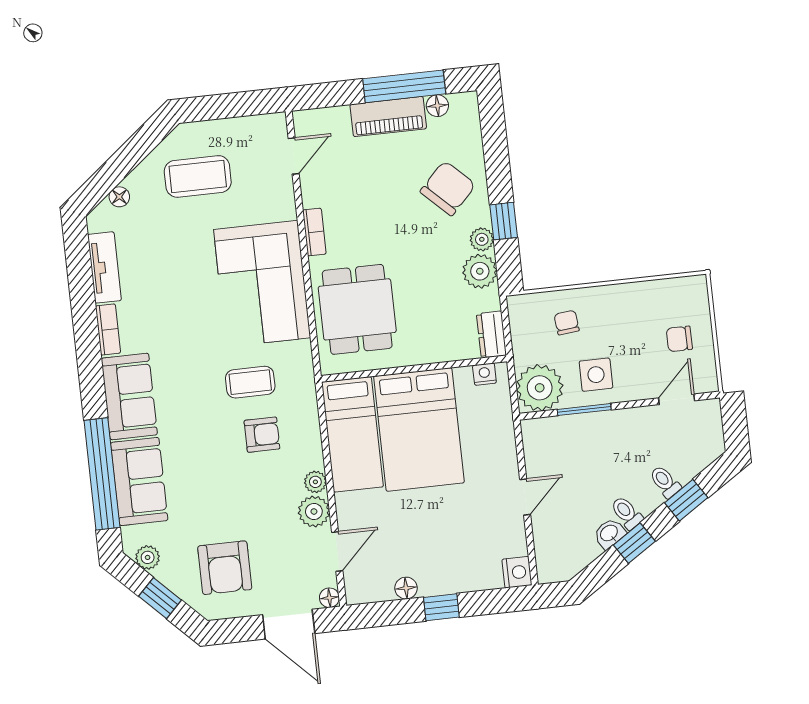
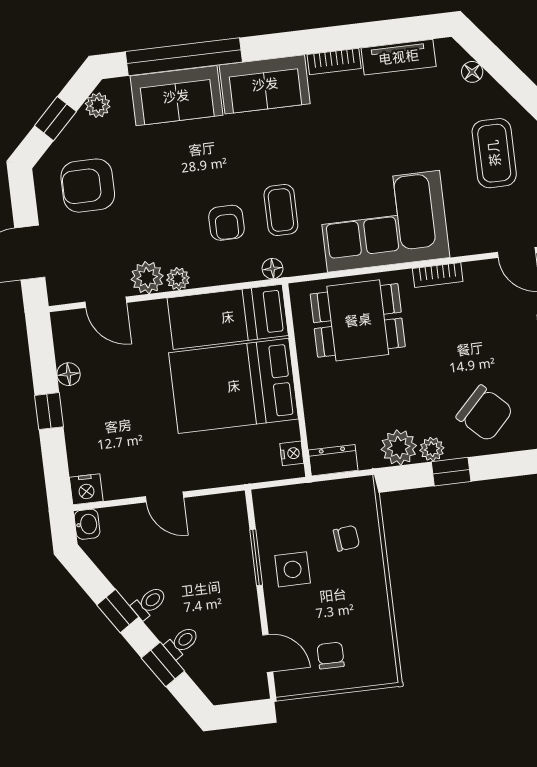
plant: (540, 388) -> (278, 511), removed
washbasin: (609, 533) -> (87, 524), moved, turned 33
floor lamp: (329, 598) -> (272, 269), moved

